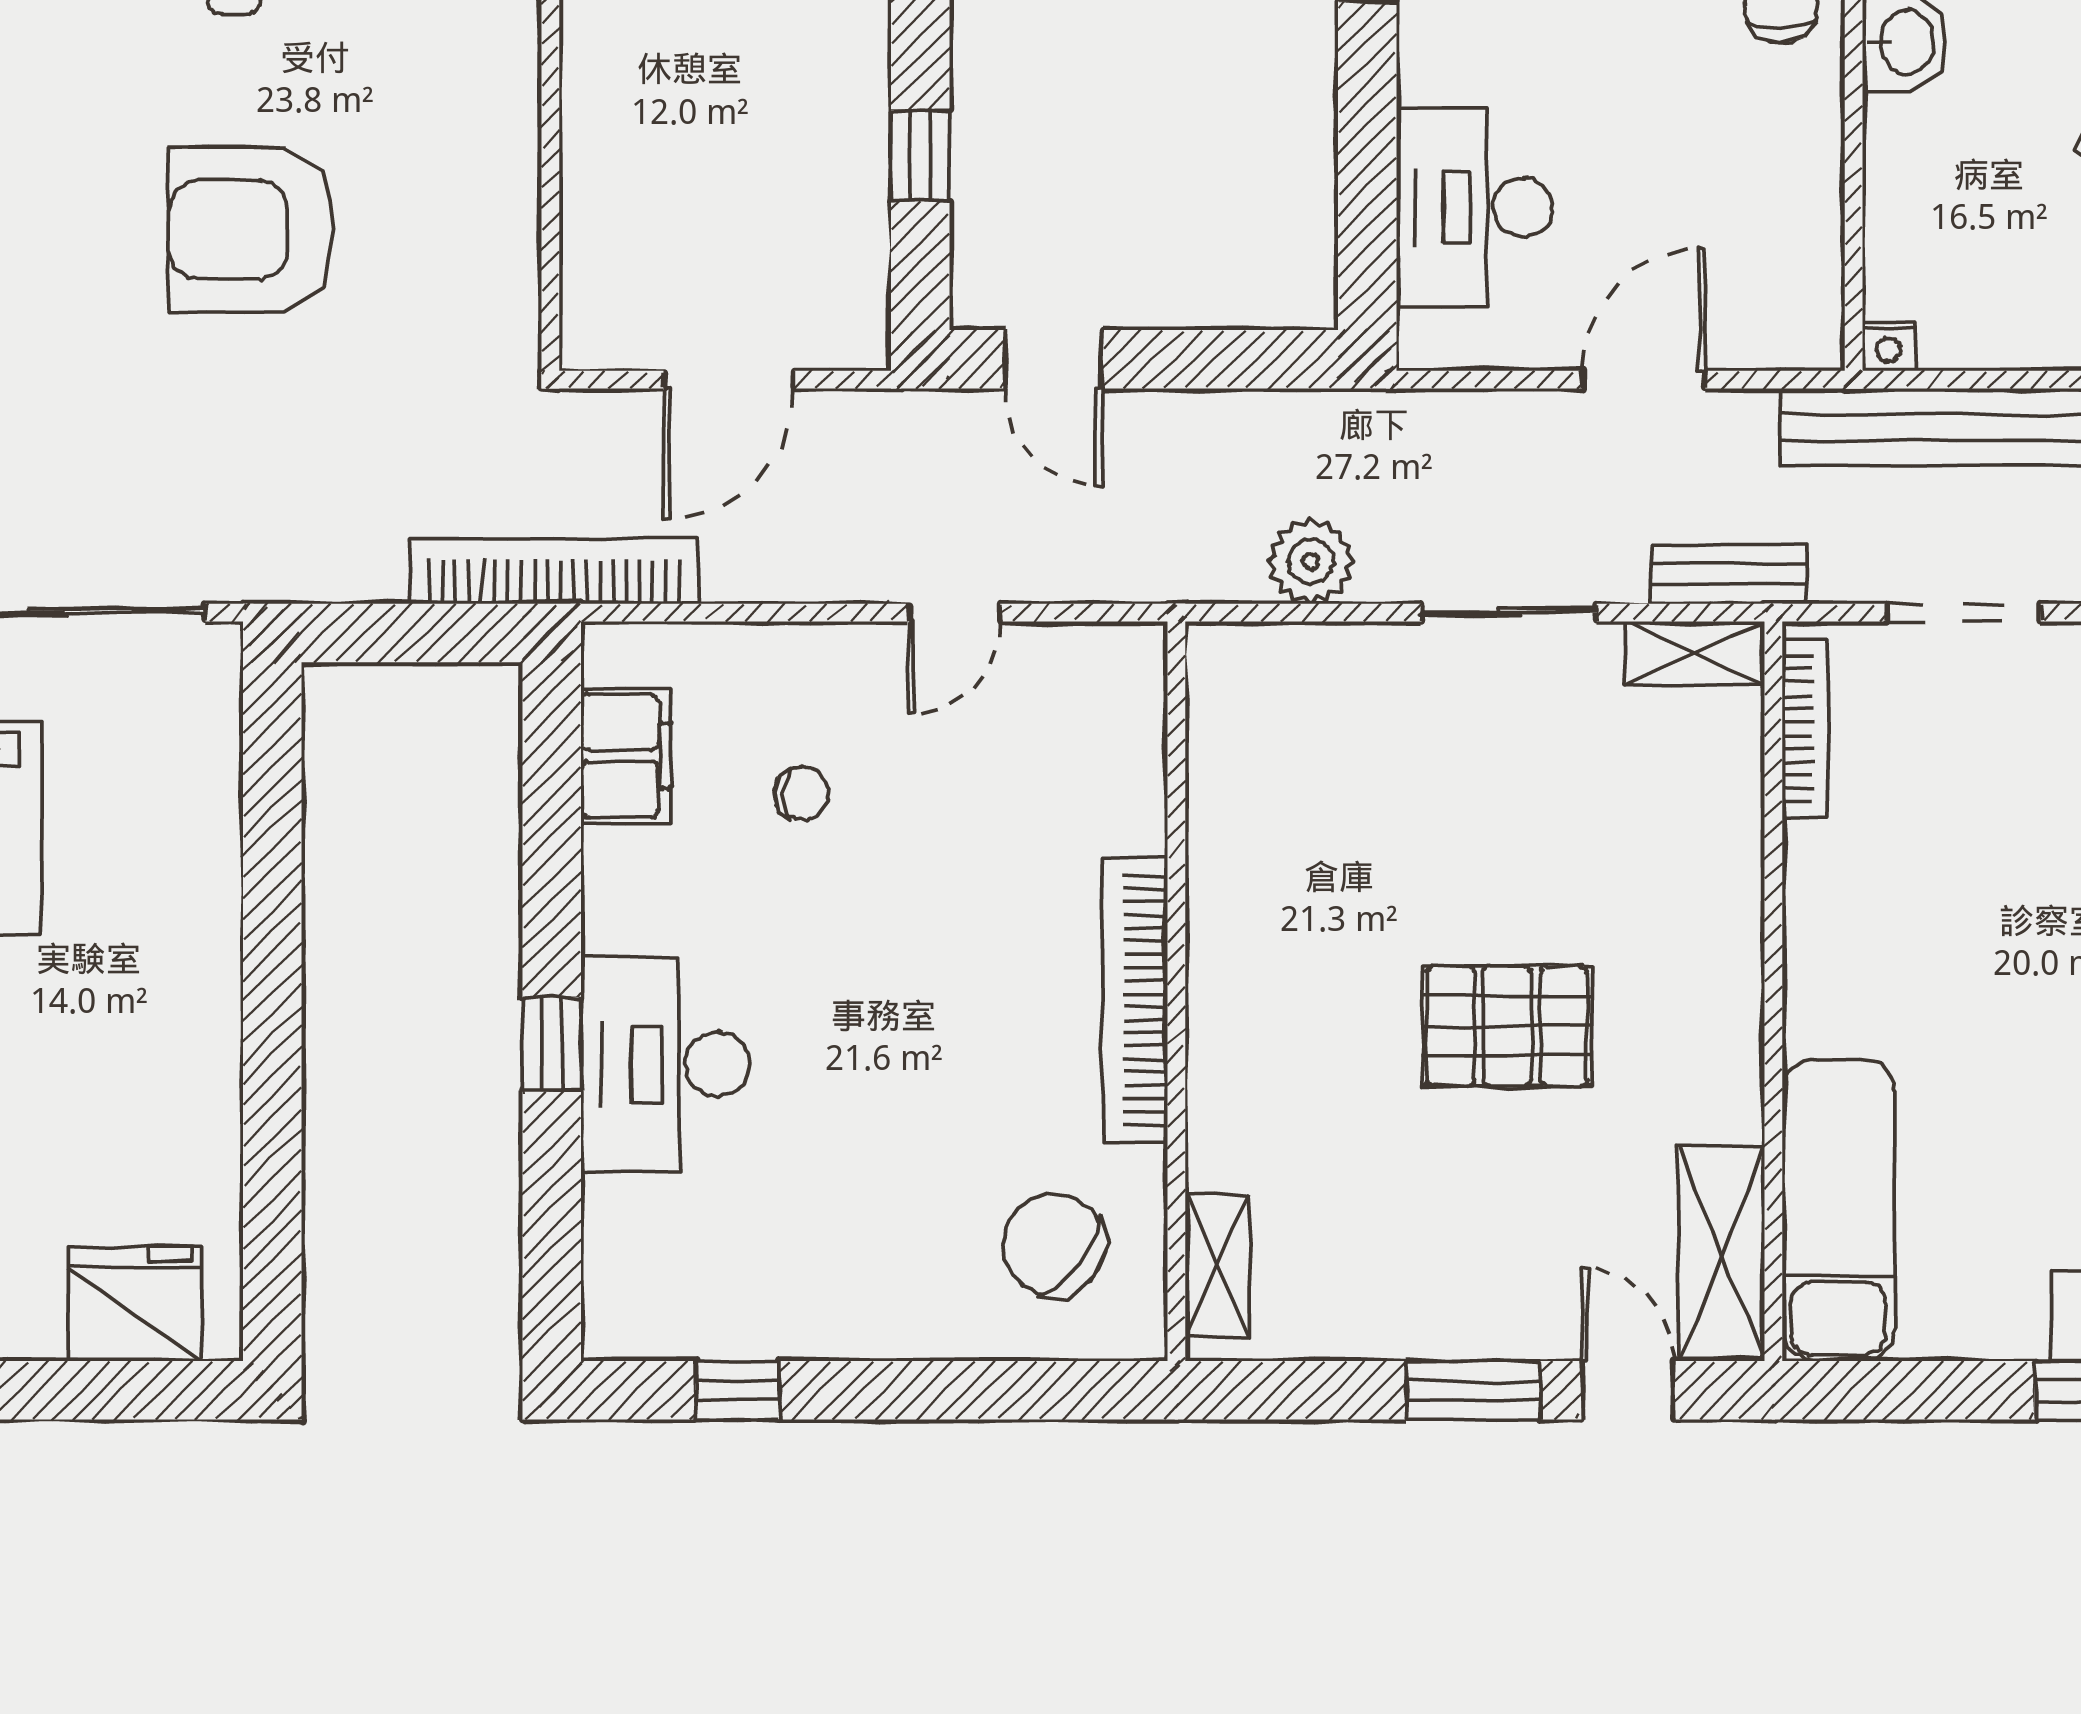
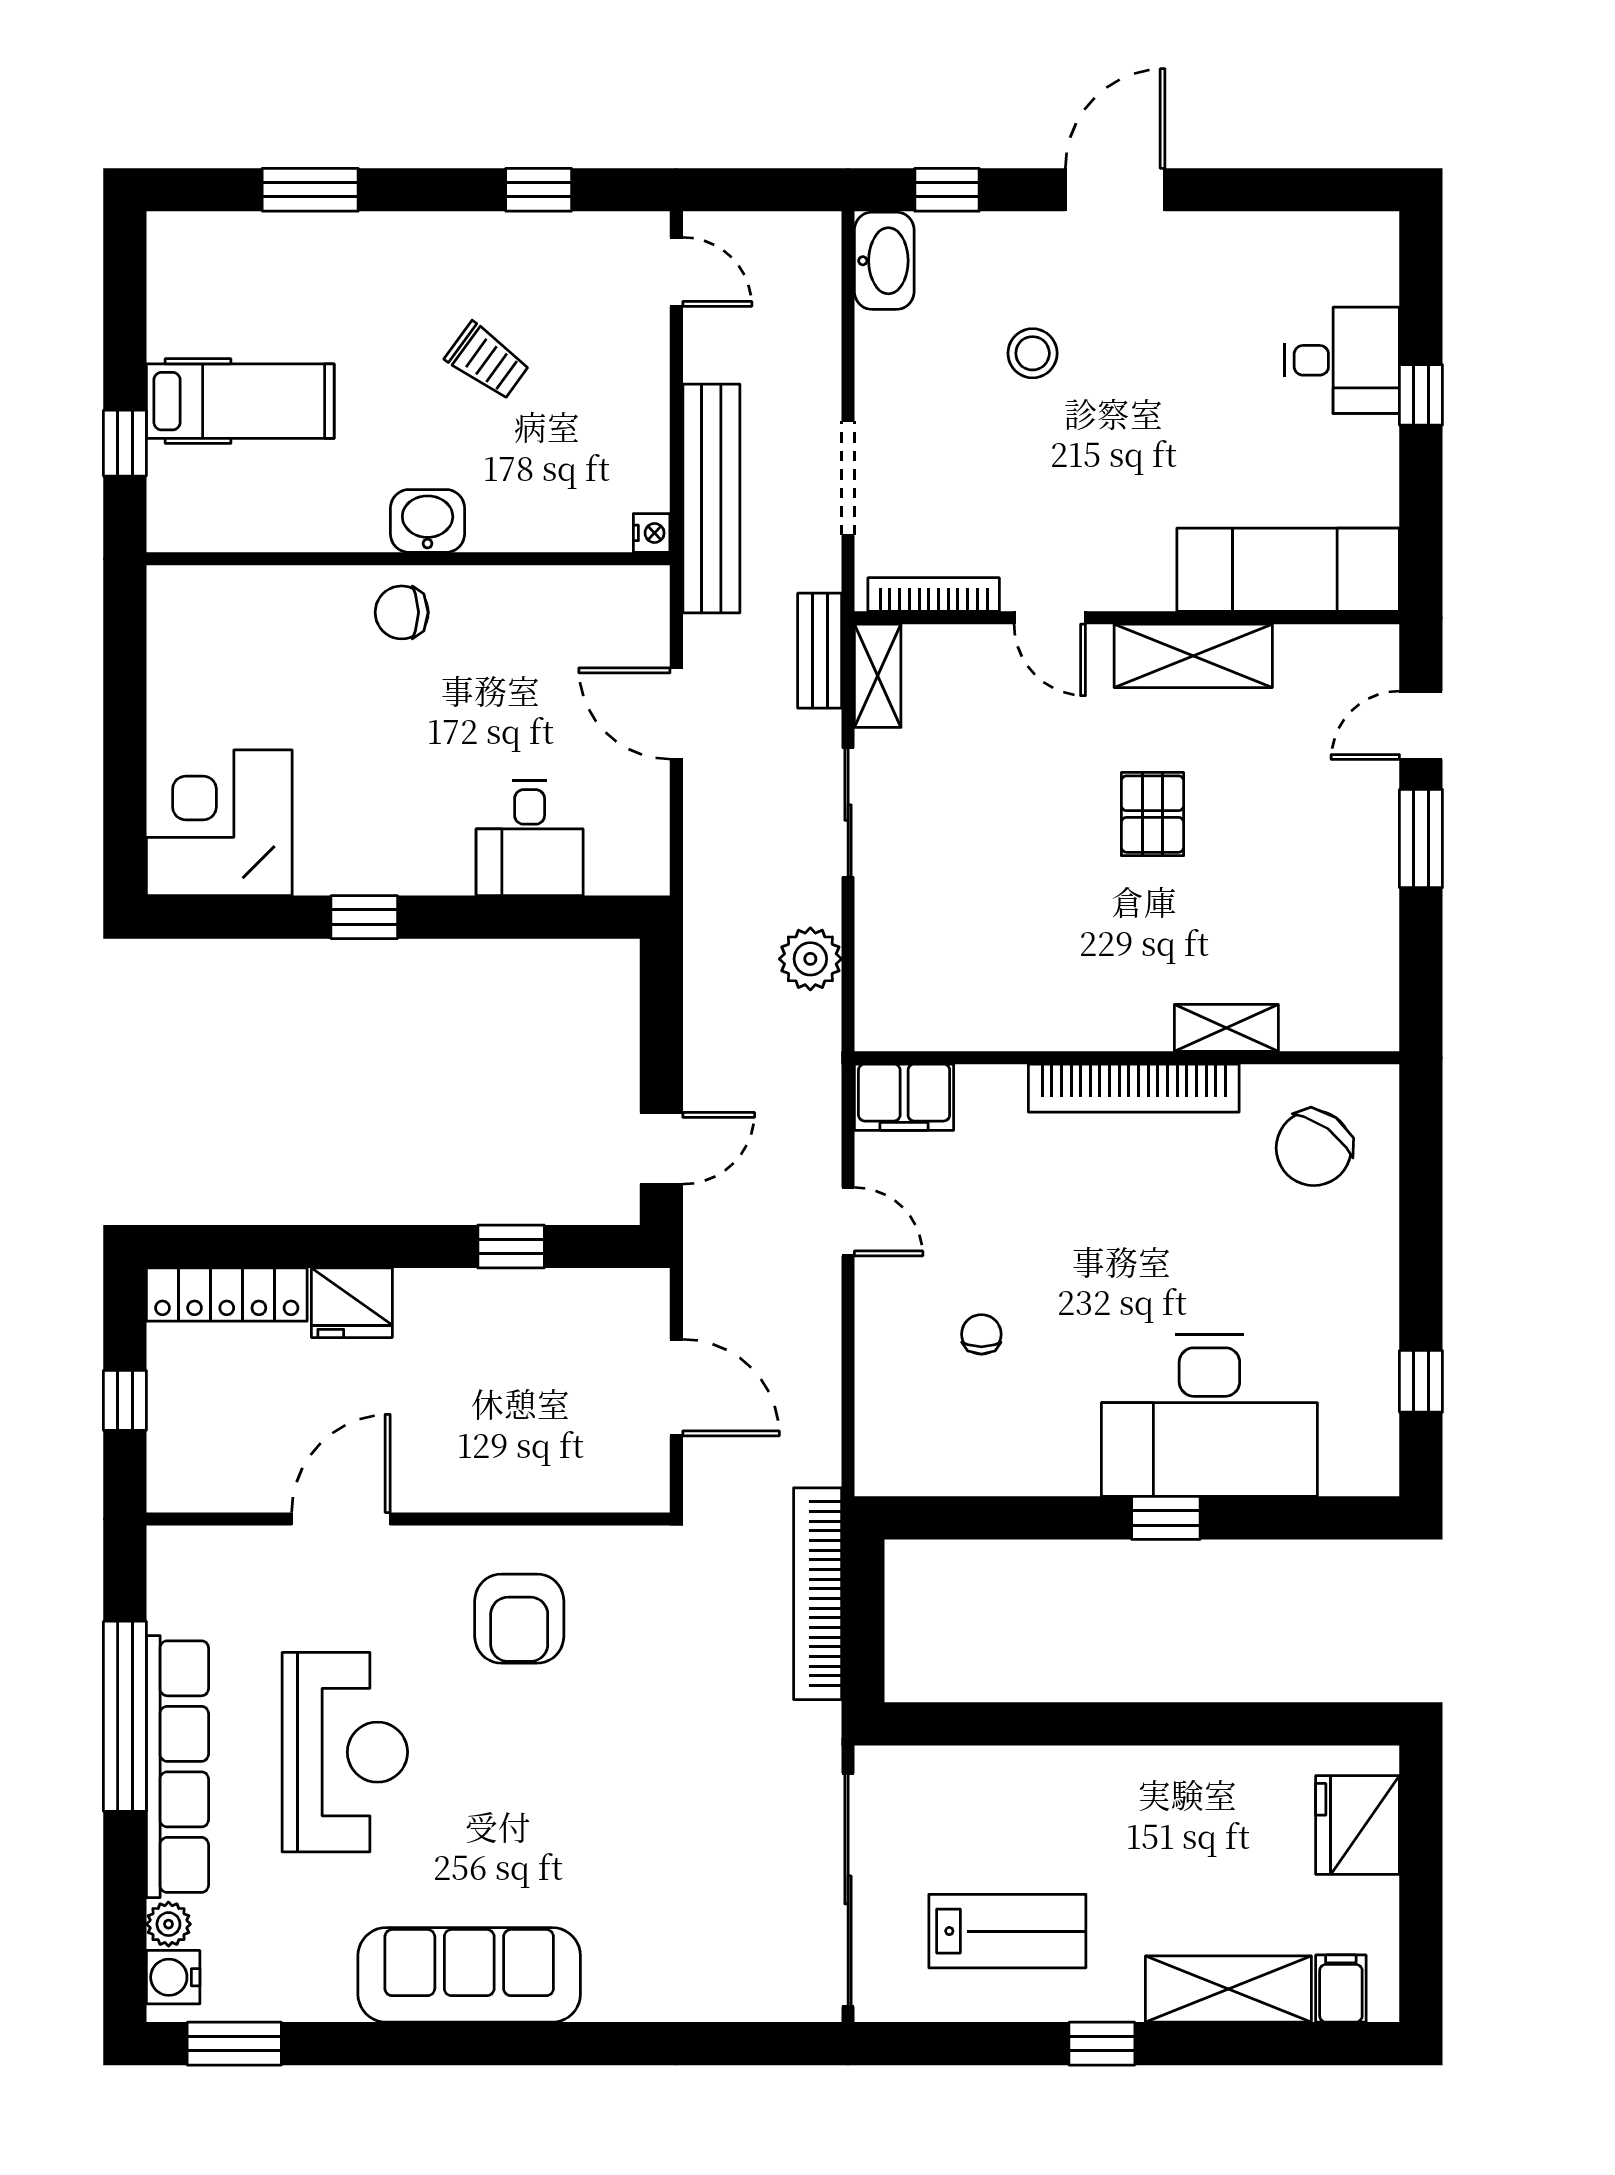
desk: (1475, 207) -> (530, 838), width x0.73
armchair: (251, 230) -> (519, 1619), moved, width x0.73, depth x0.73
bookcase: (554, 571) -> (818, 1594), moved
filing cabinet: (626, 756) -> (904, 1097), moved, turned 180
door: (1773, 886) -> (1050, 618), added
pallet: (1507, 1026) -> (1153, 814), width x0.67, depth x0.71
desk: (665, 1064) -> (1209, 1416), width x1.36, depth x1.30
shelving: (1722, 1254) -> (1193, 656), moved
shelving: (1217, 1265) -> (1226, 1028), moved

